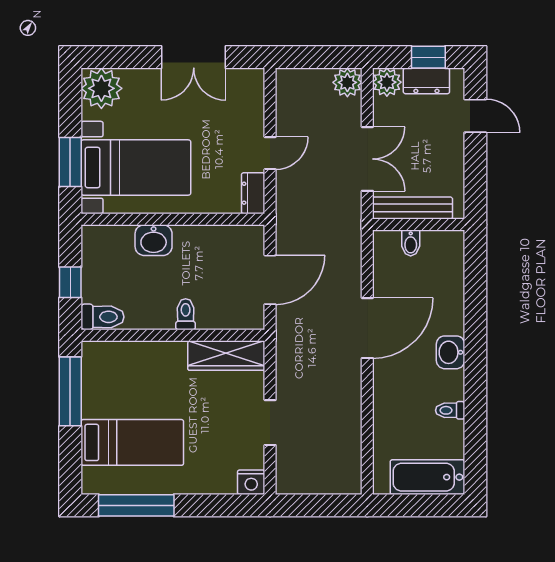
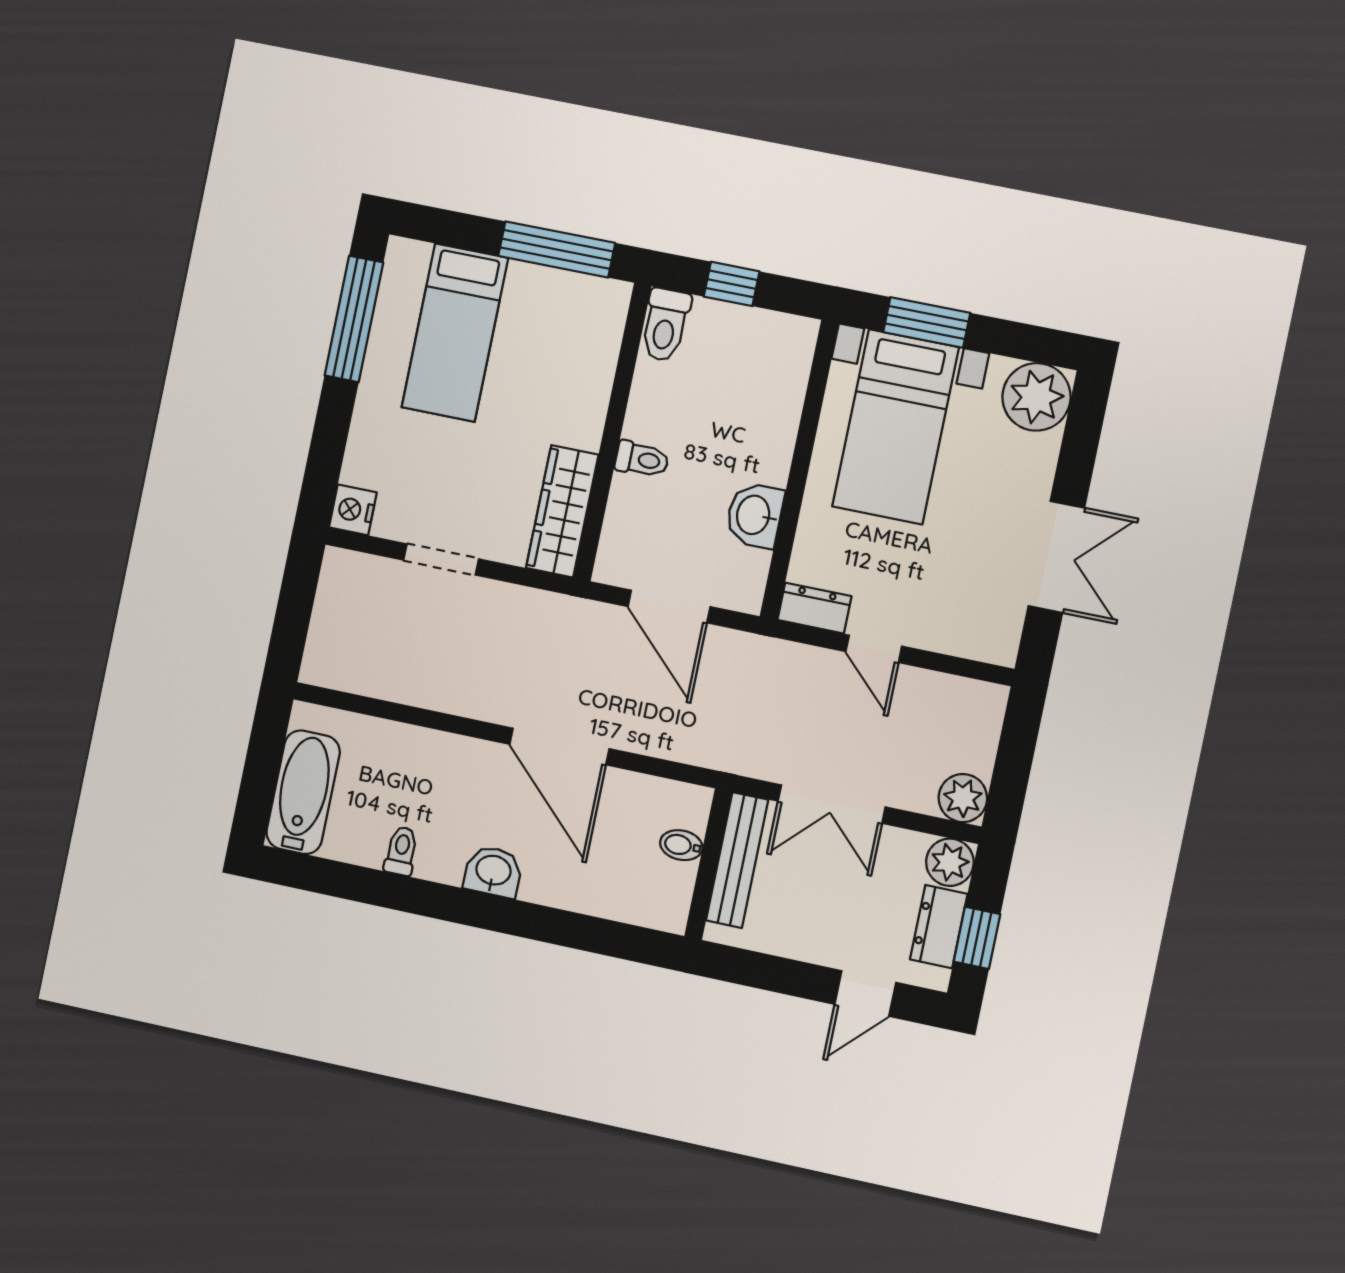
double door: (194, 57) -> (1056, 557), swing flipped
washbasin: (154, 240) -> (755, 515), moved

